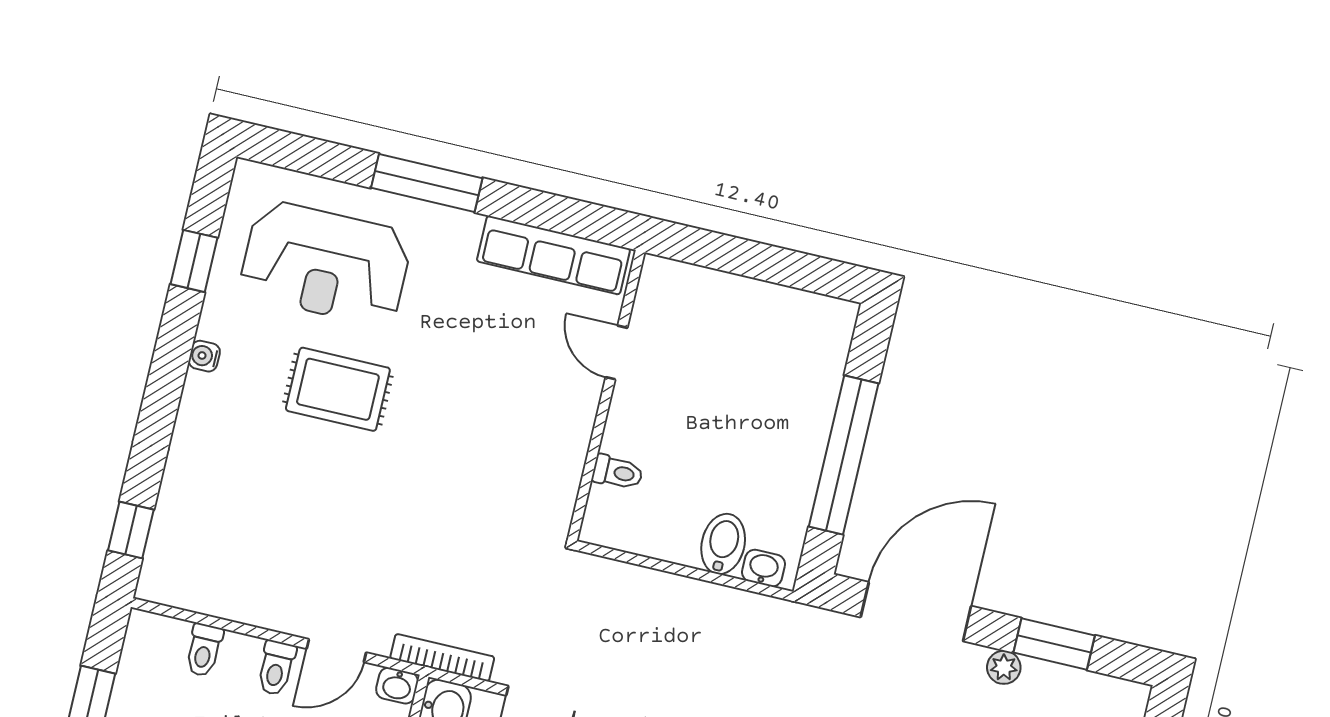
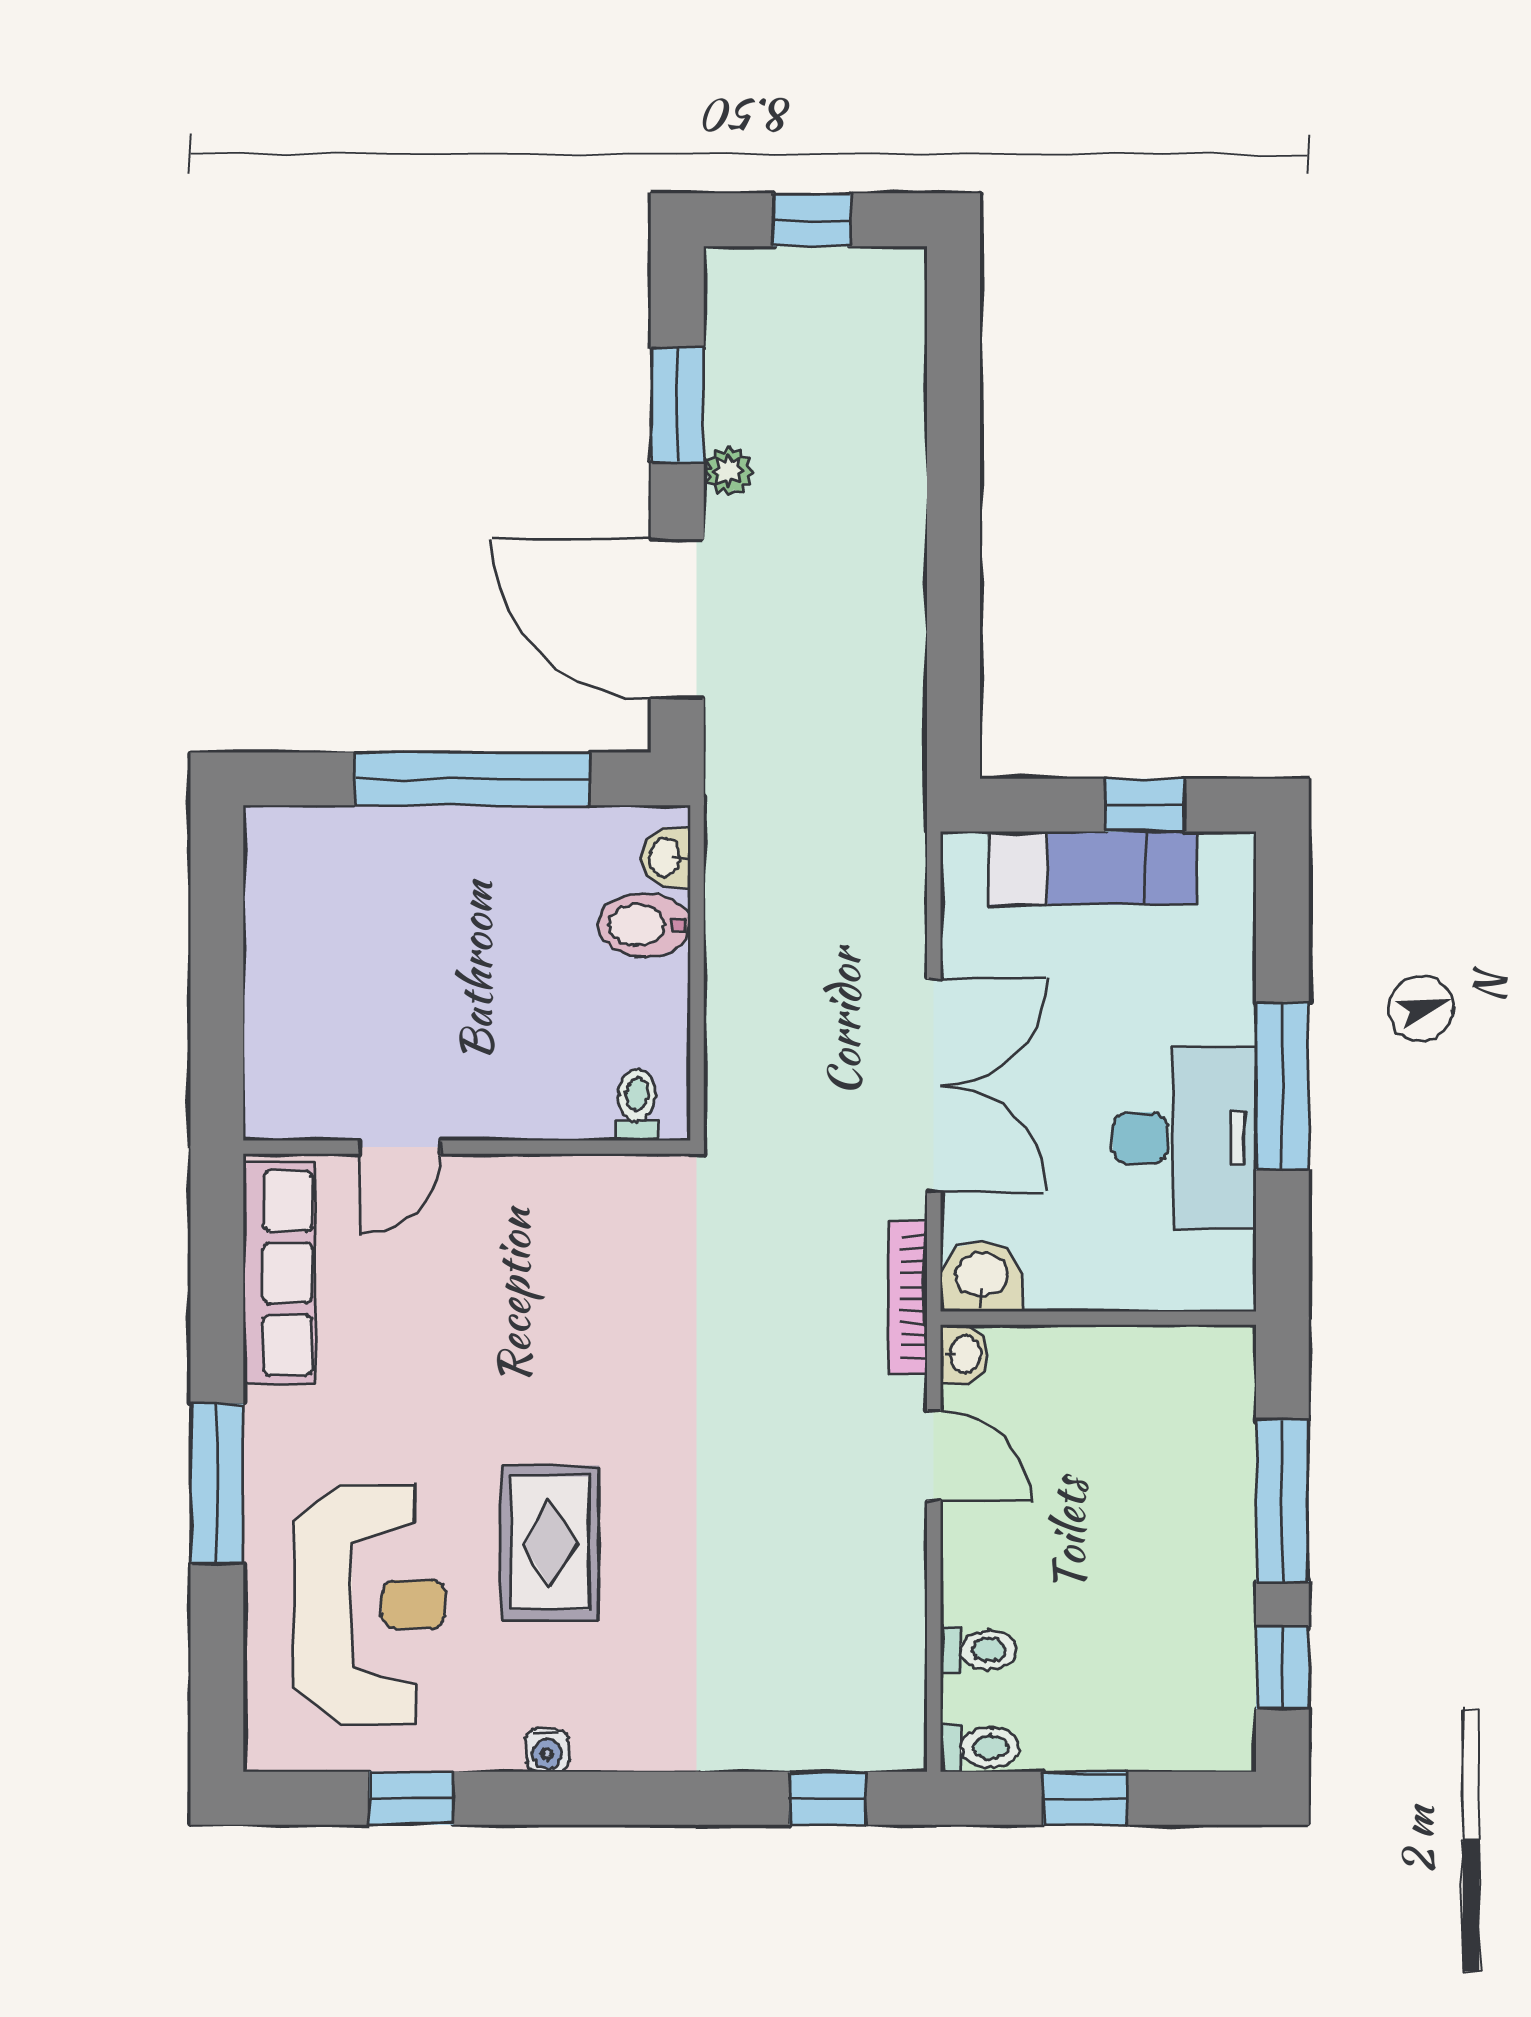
toilet: (617, 472) -> (637, 1104), moved
toilet: (276, 668) -> (980, 1748), moved

